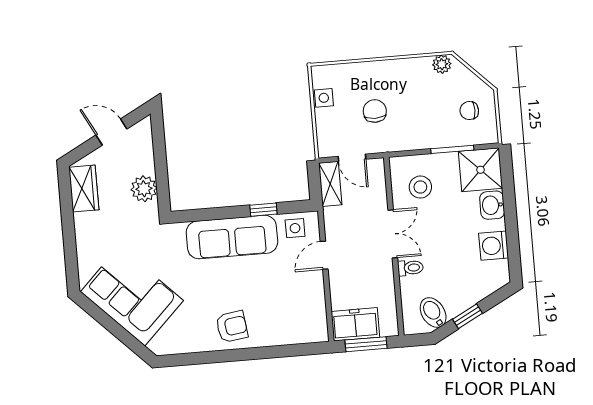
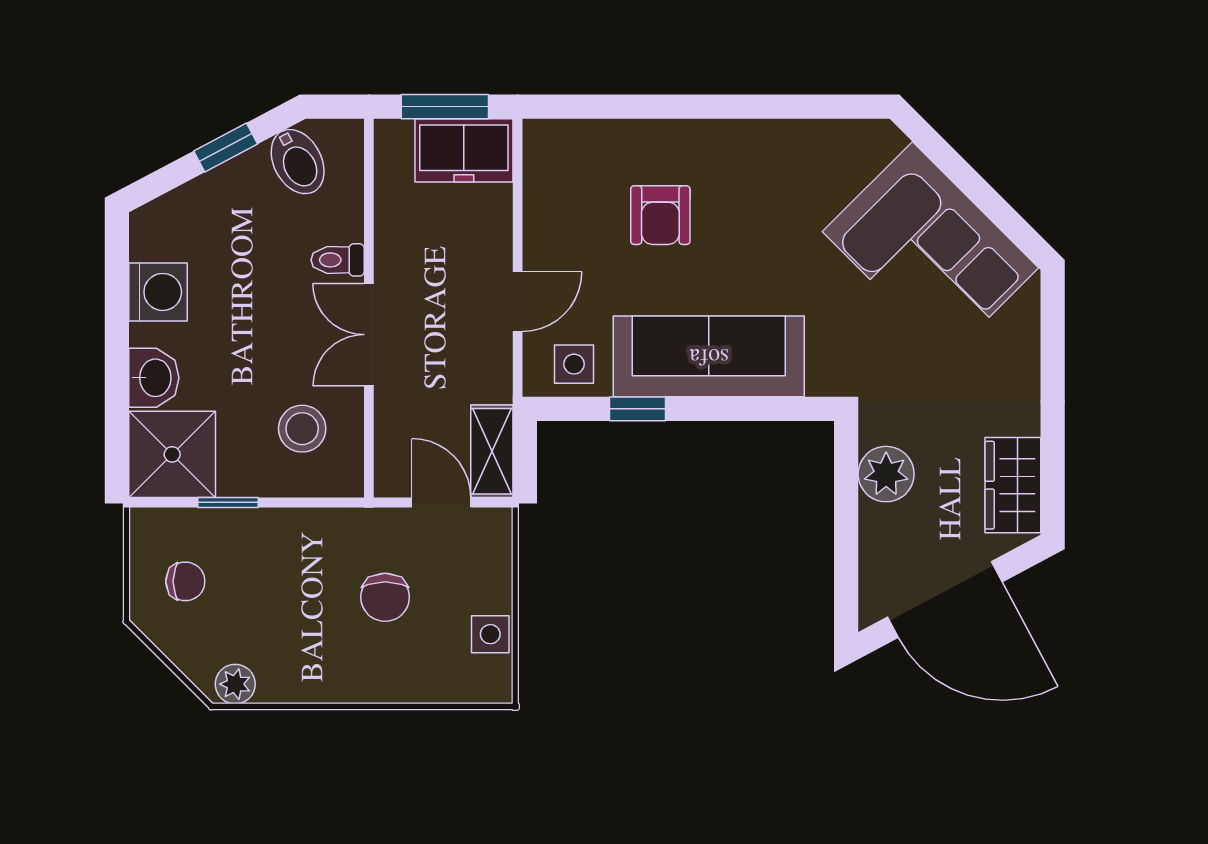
door: (111, 132) -> (945, 600), width x1.88
window: (452, 149) -> (228, 502), width x0.67
armchair: (232, 327) -> (660, 215), moved, turned -82

